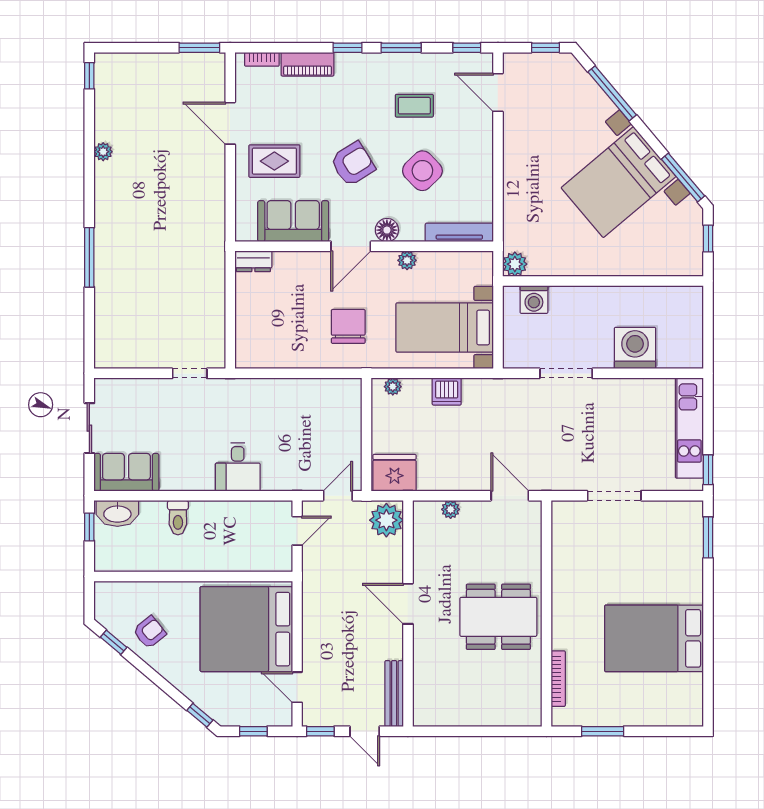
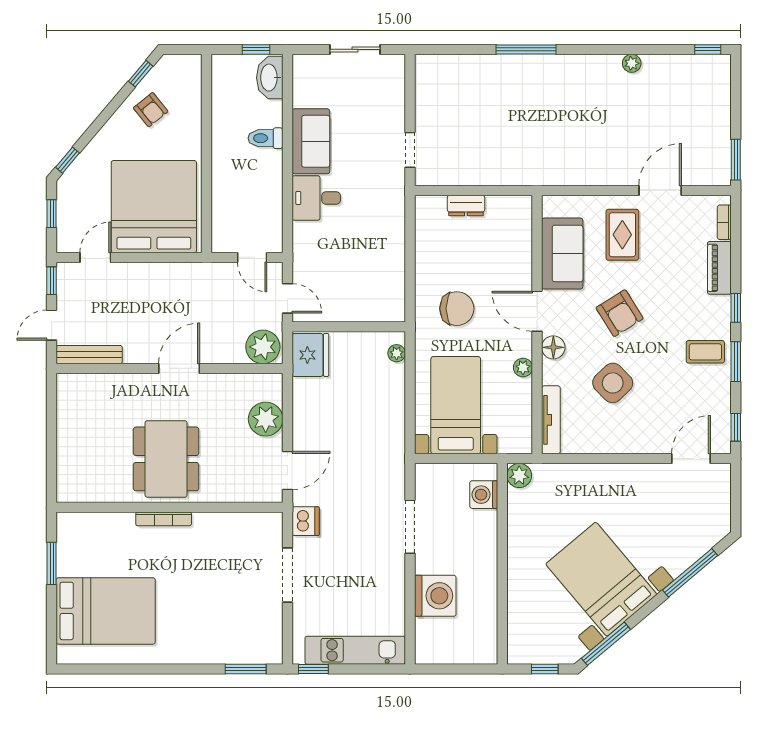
window: (546, 48) -> (736, 506), removed
coffee table: (414, 106) -> (705, 352), moved, turned 90
dresser: (253, 261) -> (466, 205), moved, turned -90
dishwasher: (447, 391) -> (306, 521), moved, turned 180
sofa: (126, 472) -> (311, 141), moved
plant: (451, 509) -> (266, 419), width x1.88, depth x1.88
bed: (654, 638) -> (106, 611), moved, turned 90
bookcase: (558, 679) -> (164, 519), moved

